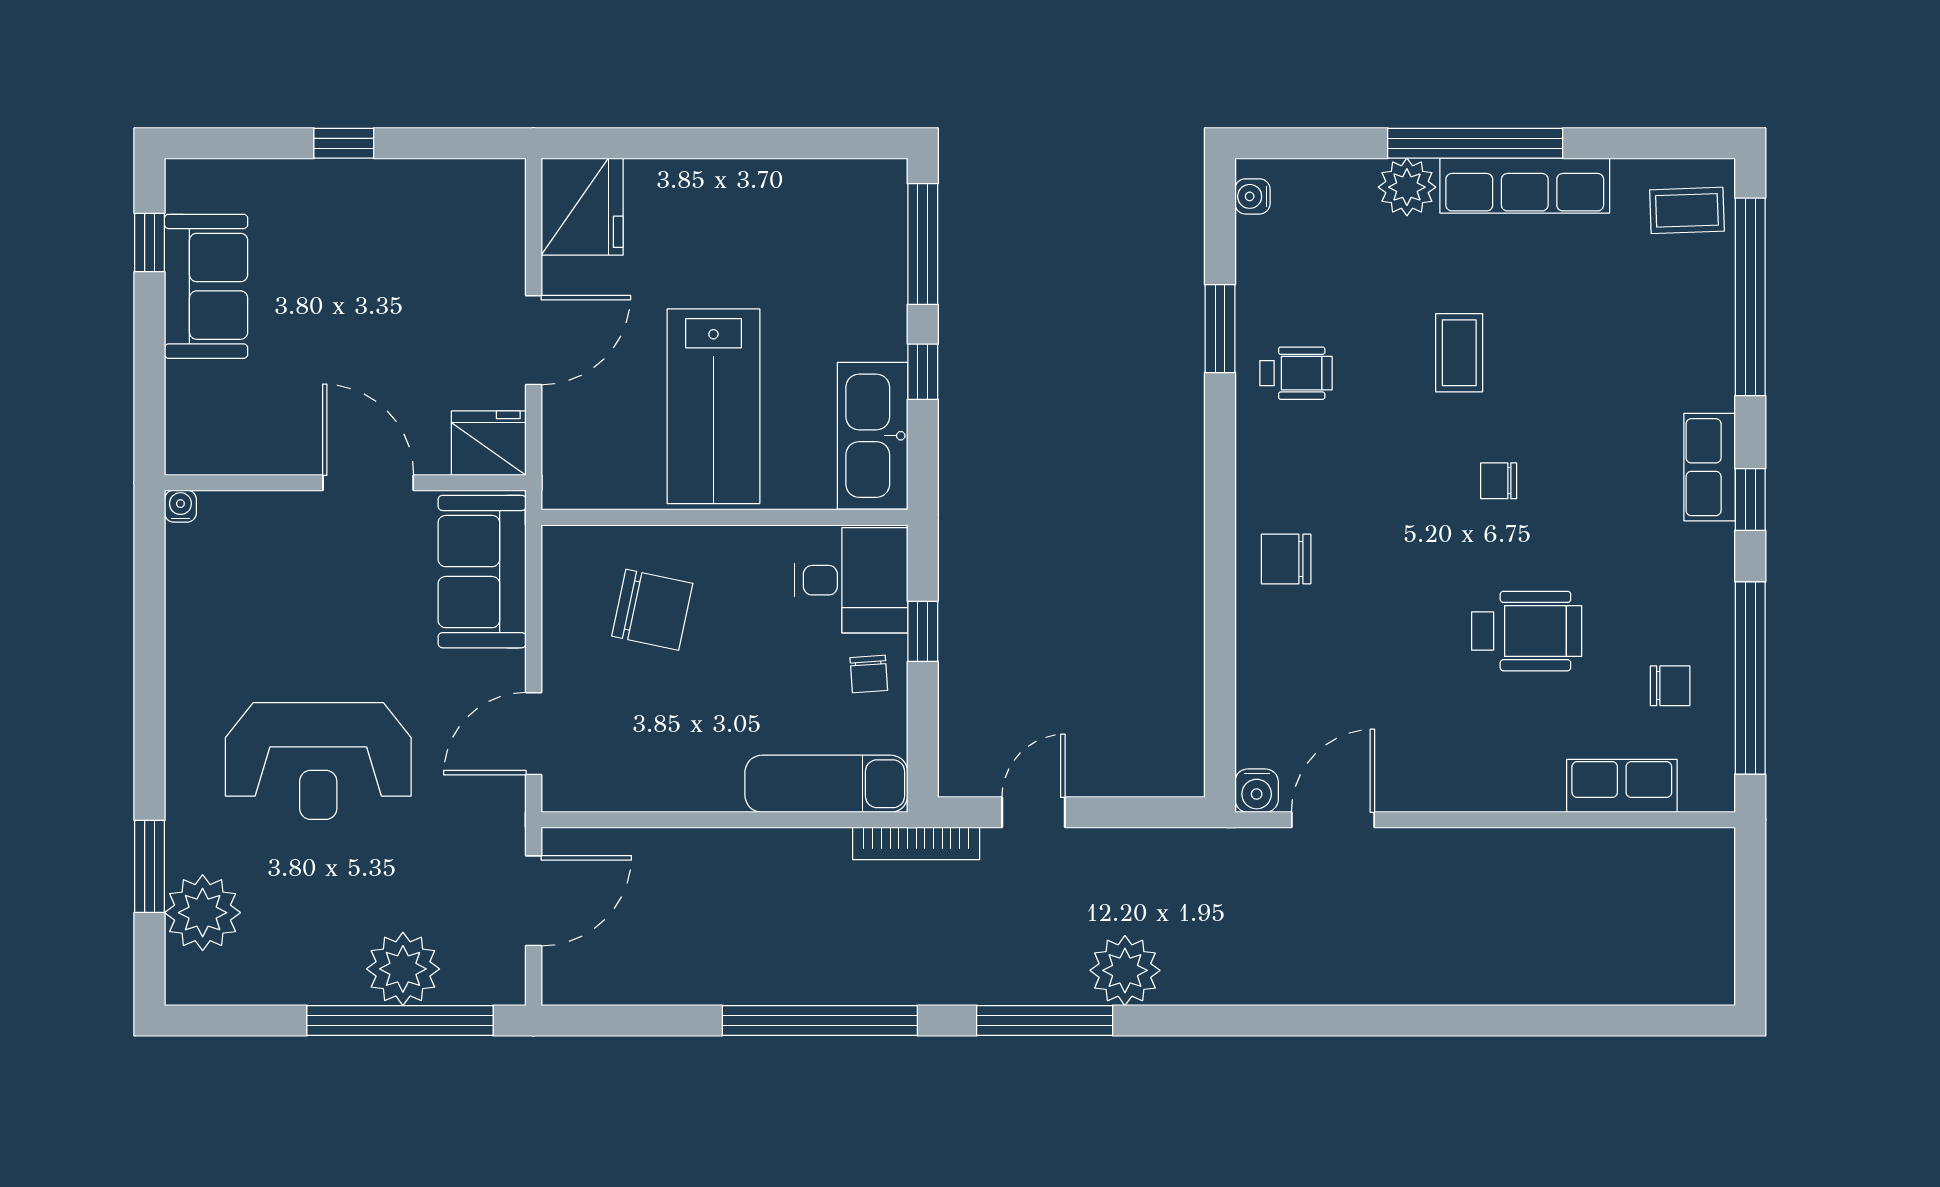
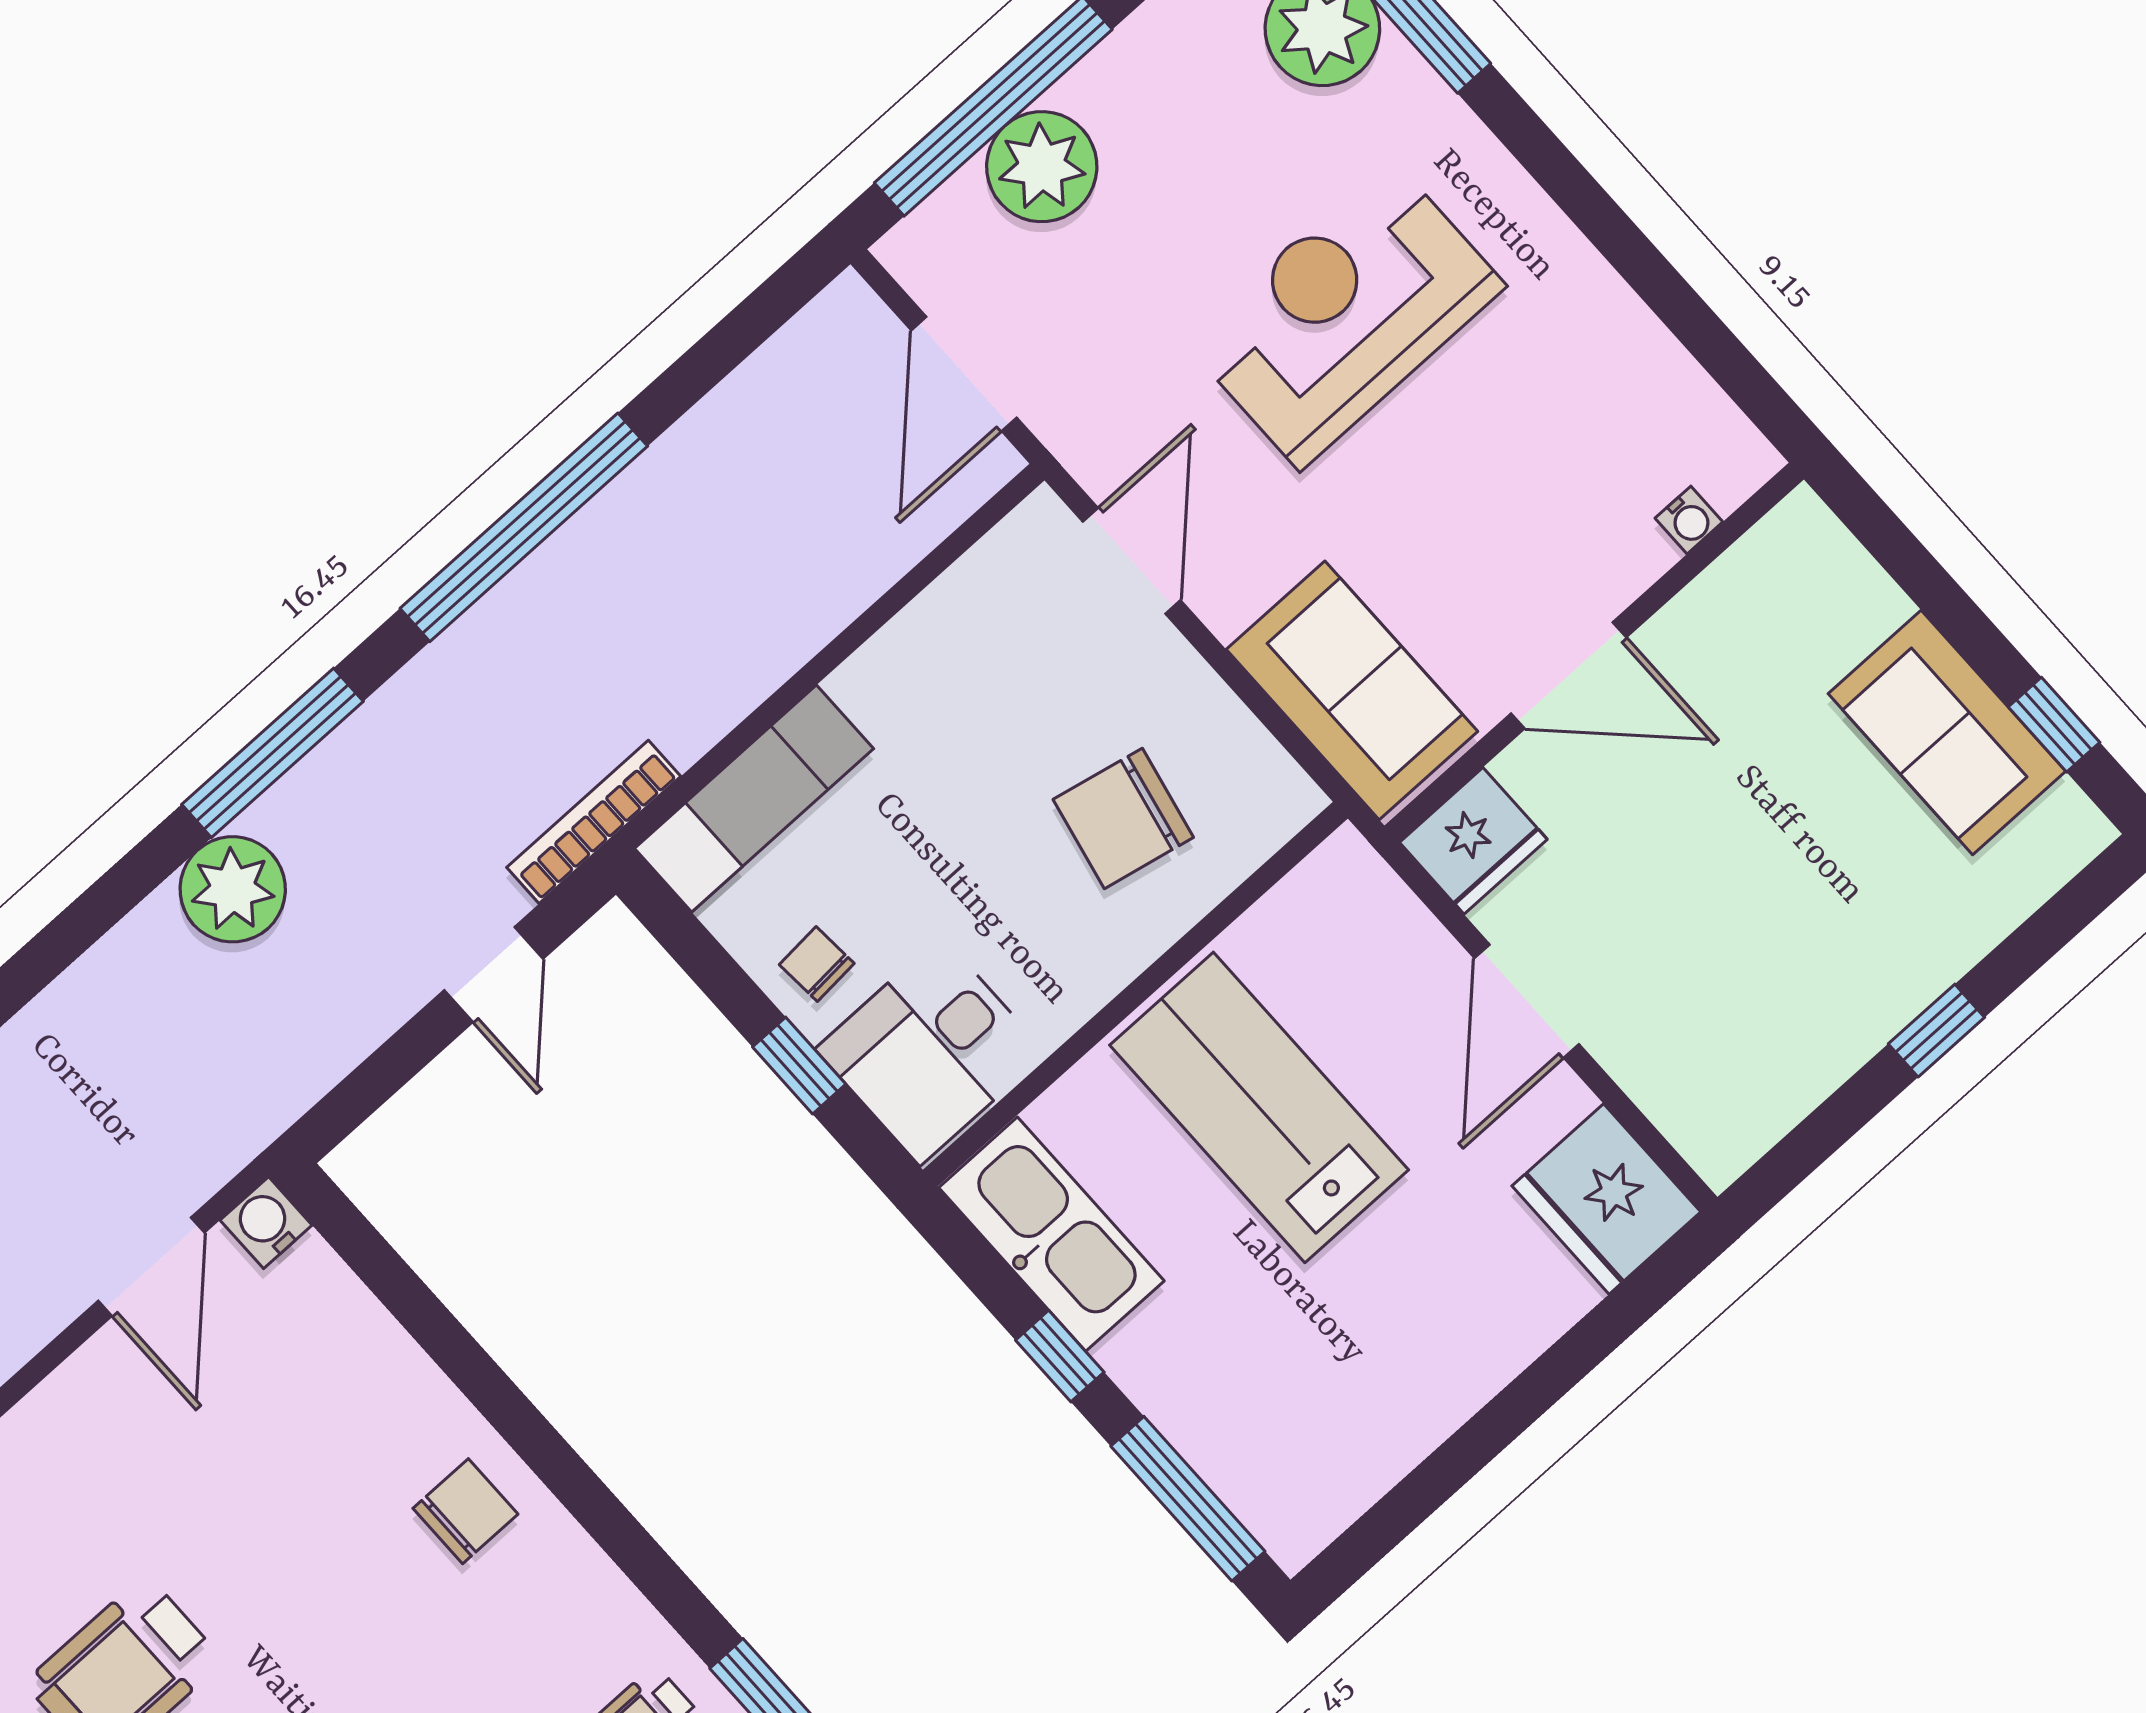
water cooler: (180, 506) -> (1689, 520), moved

